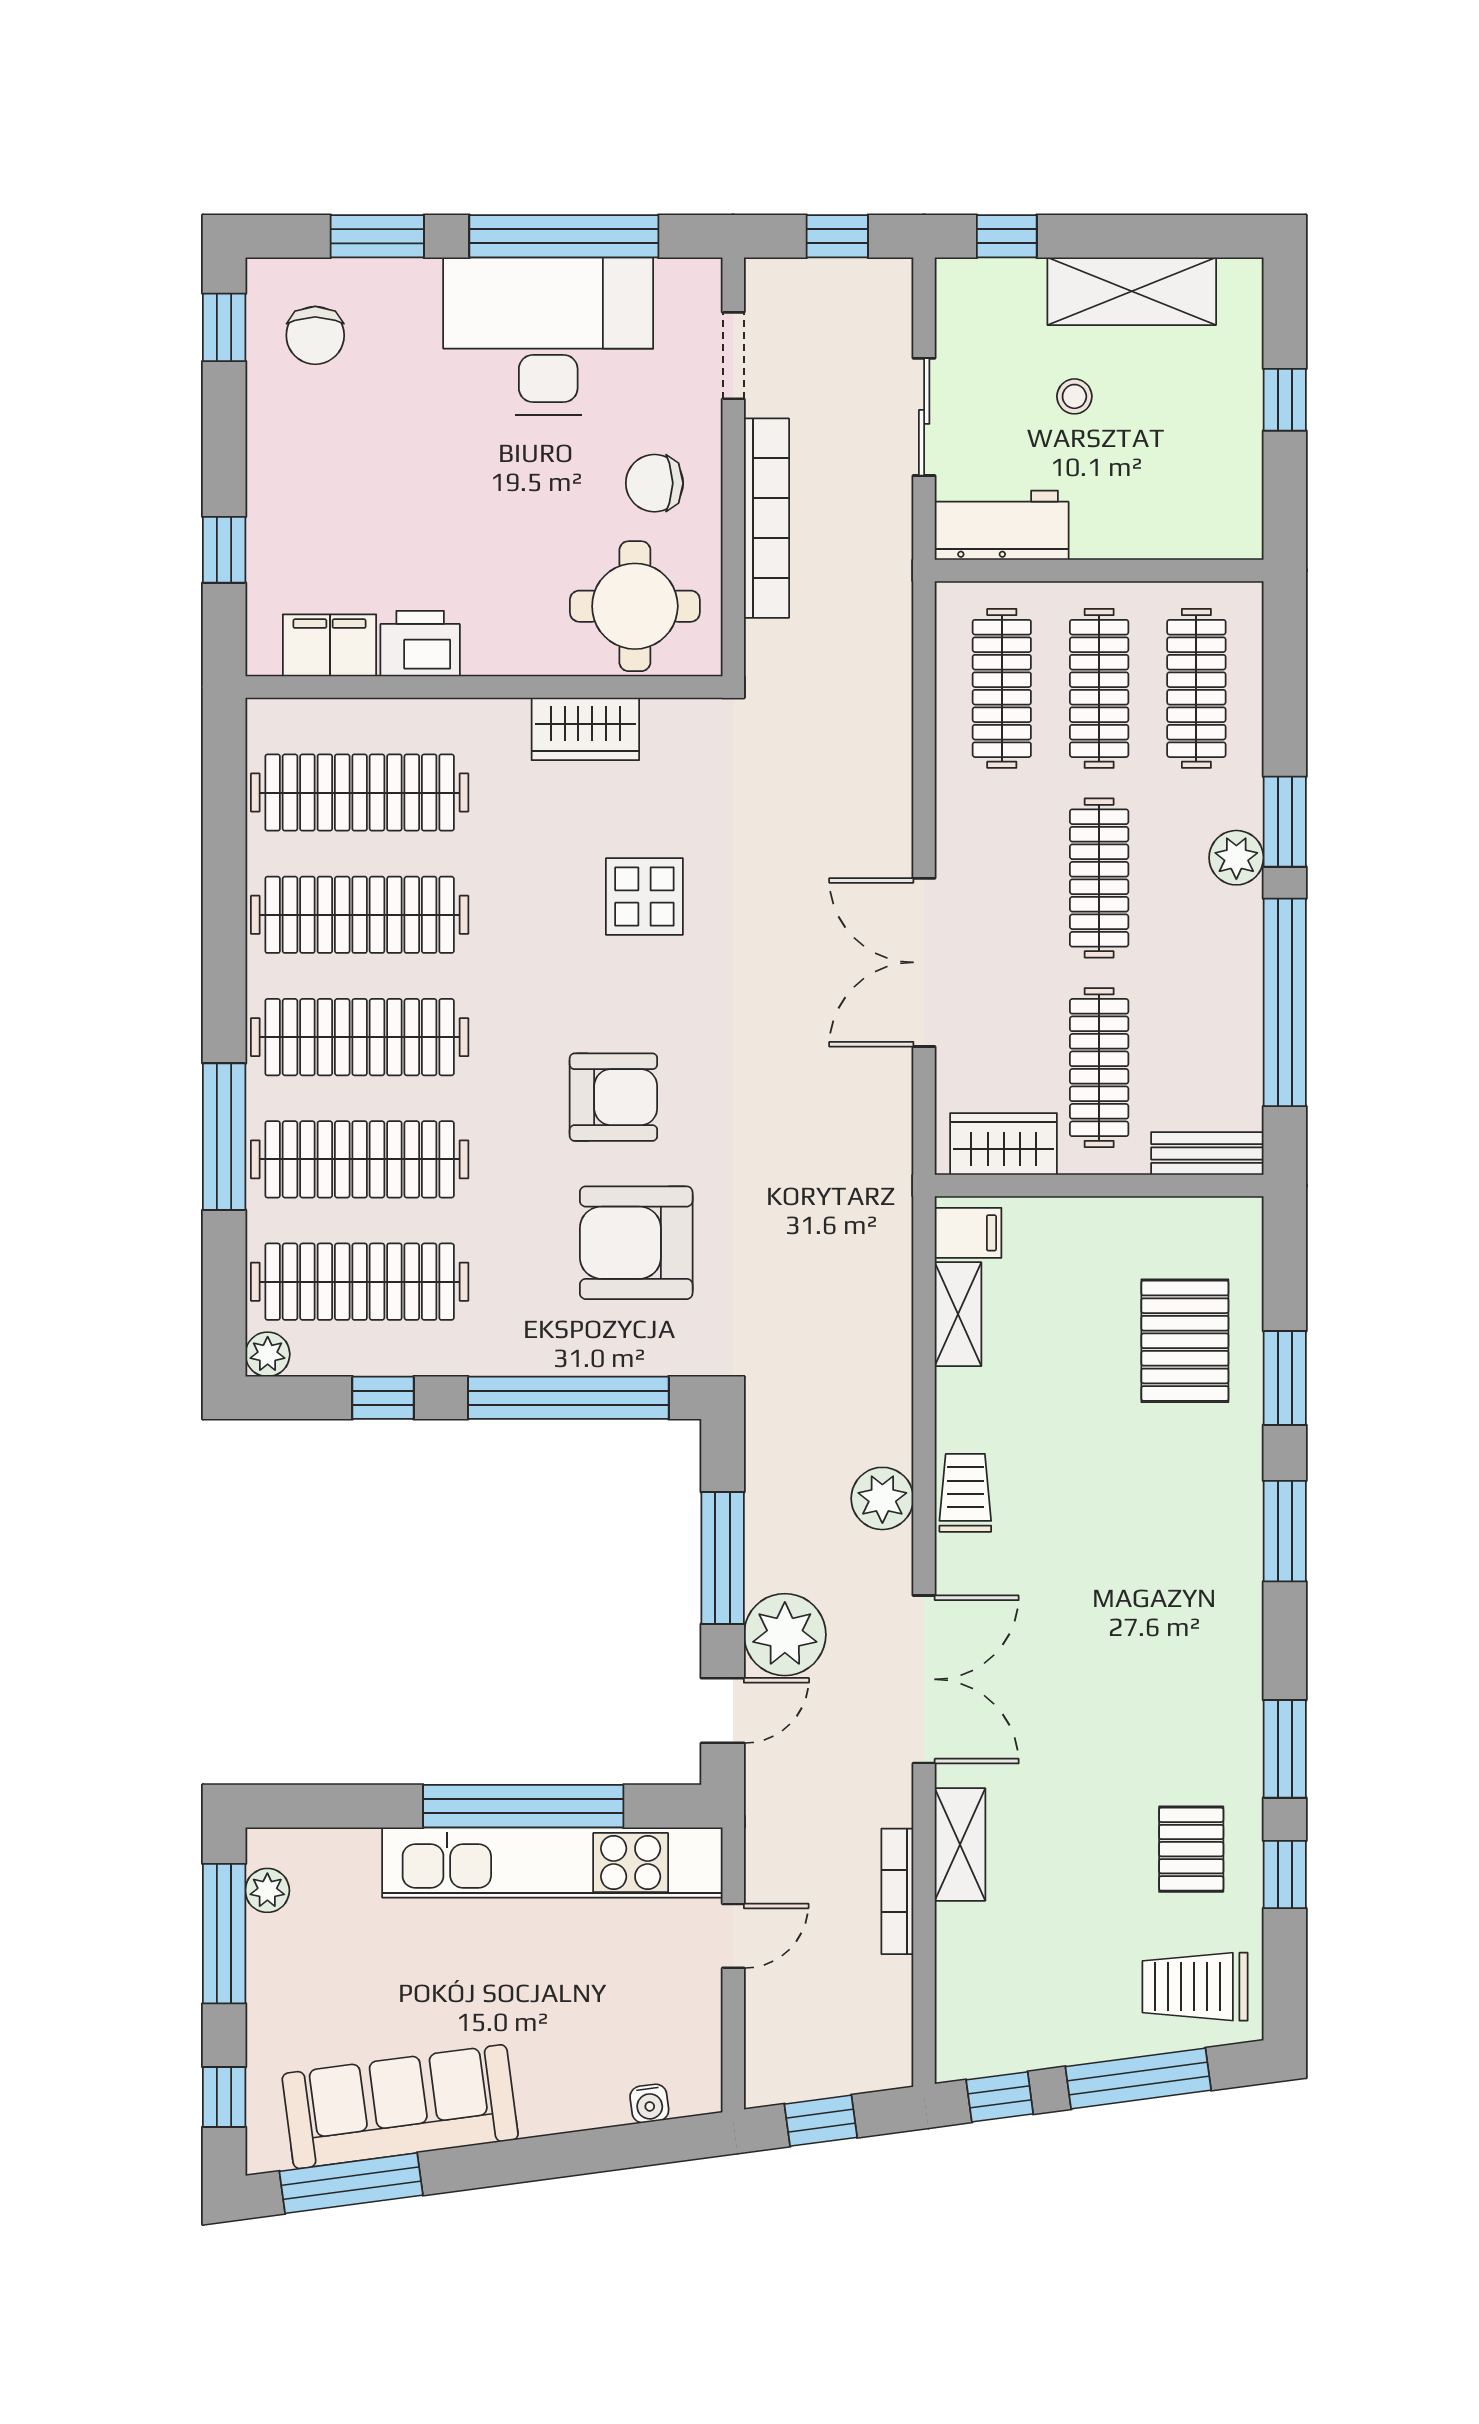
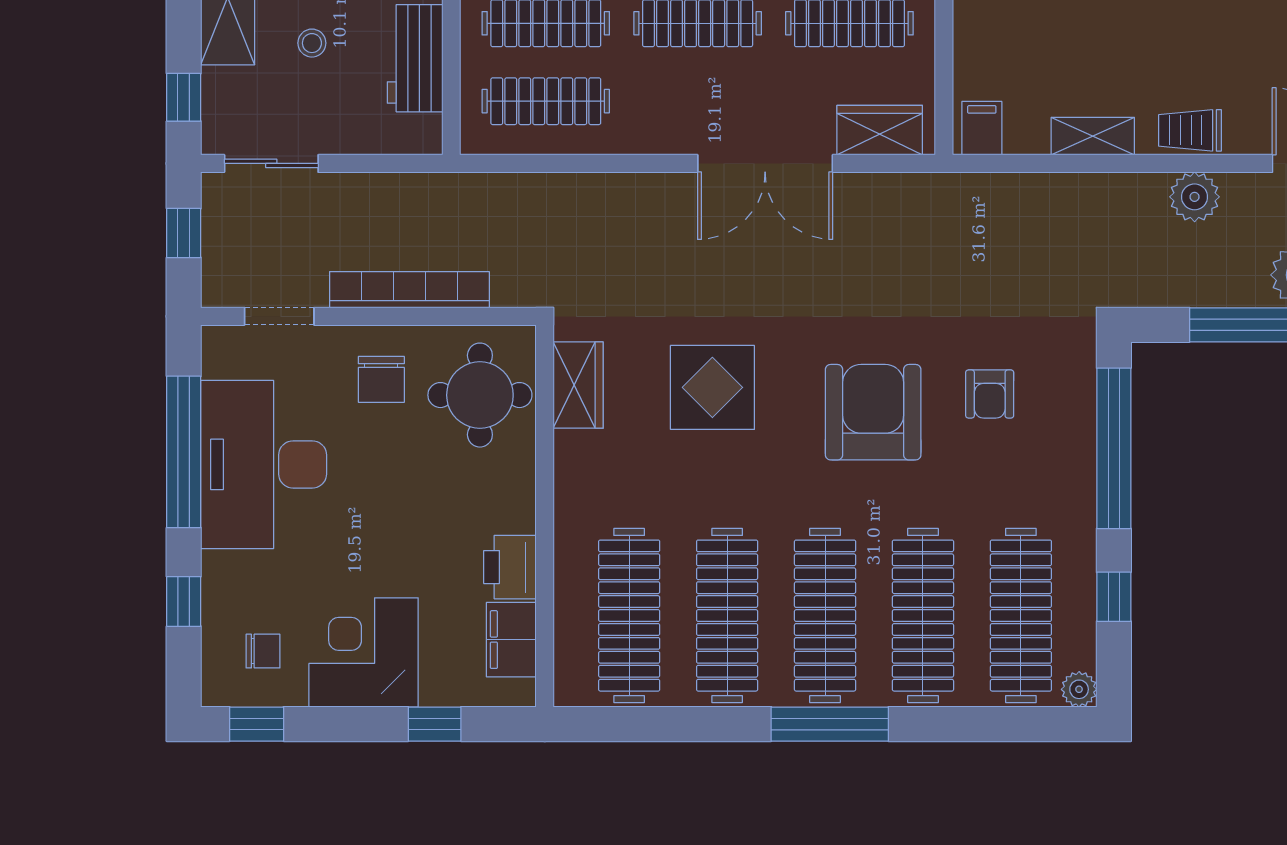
window: (377, 236) -> (184, 601), width x0.67
chair: (315, 335) -> (263, 651), width x0.73, depth x0.73
sliding door: (924, 417) -> (271, 163), moved
corner desk: (313, 461) -> (364, 652), added
workbench: (1002, 525) -> (415, 58), moved
wardrobe: (585, 729) -> (578, 385), moved
display table: (644, 897) -> (712, 387), width x1.36, depth x1.36
armchair: (613, 1097) -> (873, 412), width x1.36, depth x1.36
window: (224, 1137) -> (830, 724), moved
wardrobe: (1004, 1144) -> (880, 130), moved, turned 90
armchair: (636, 1243) -> (990, 394), width x0.53, depth x0.53
shelving: (958, 1314) -> (1093, 136), moved

